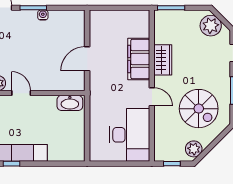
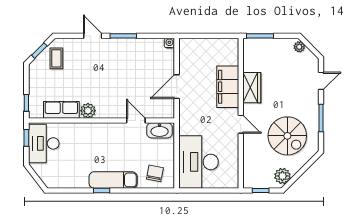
water cooler: (43, 15) -> (169, 43), moved
plant: (211, 26) -> (299, 47), width x0.53, depth x0.53
door: (21, 93) -> (136, 120), moved
desk: (130, 135) -> (199, 162), moved, turned 180
chair: (65, 146) -> (155, 173), added

